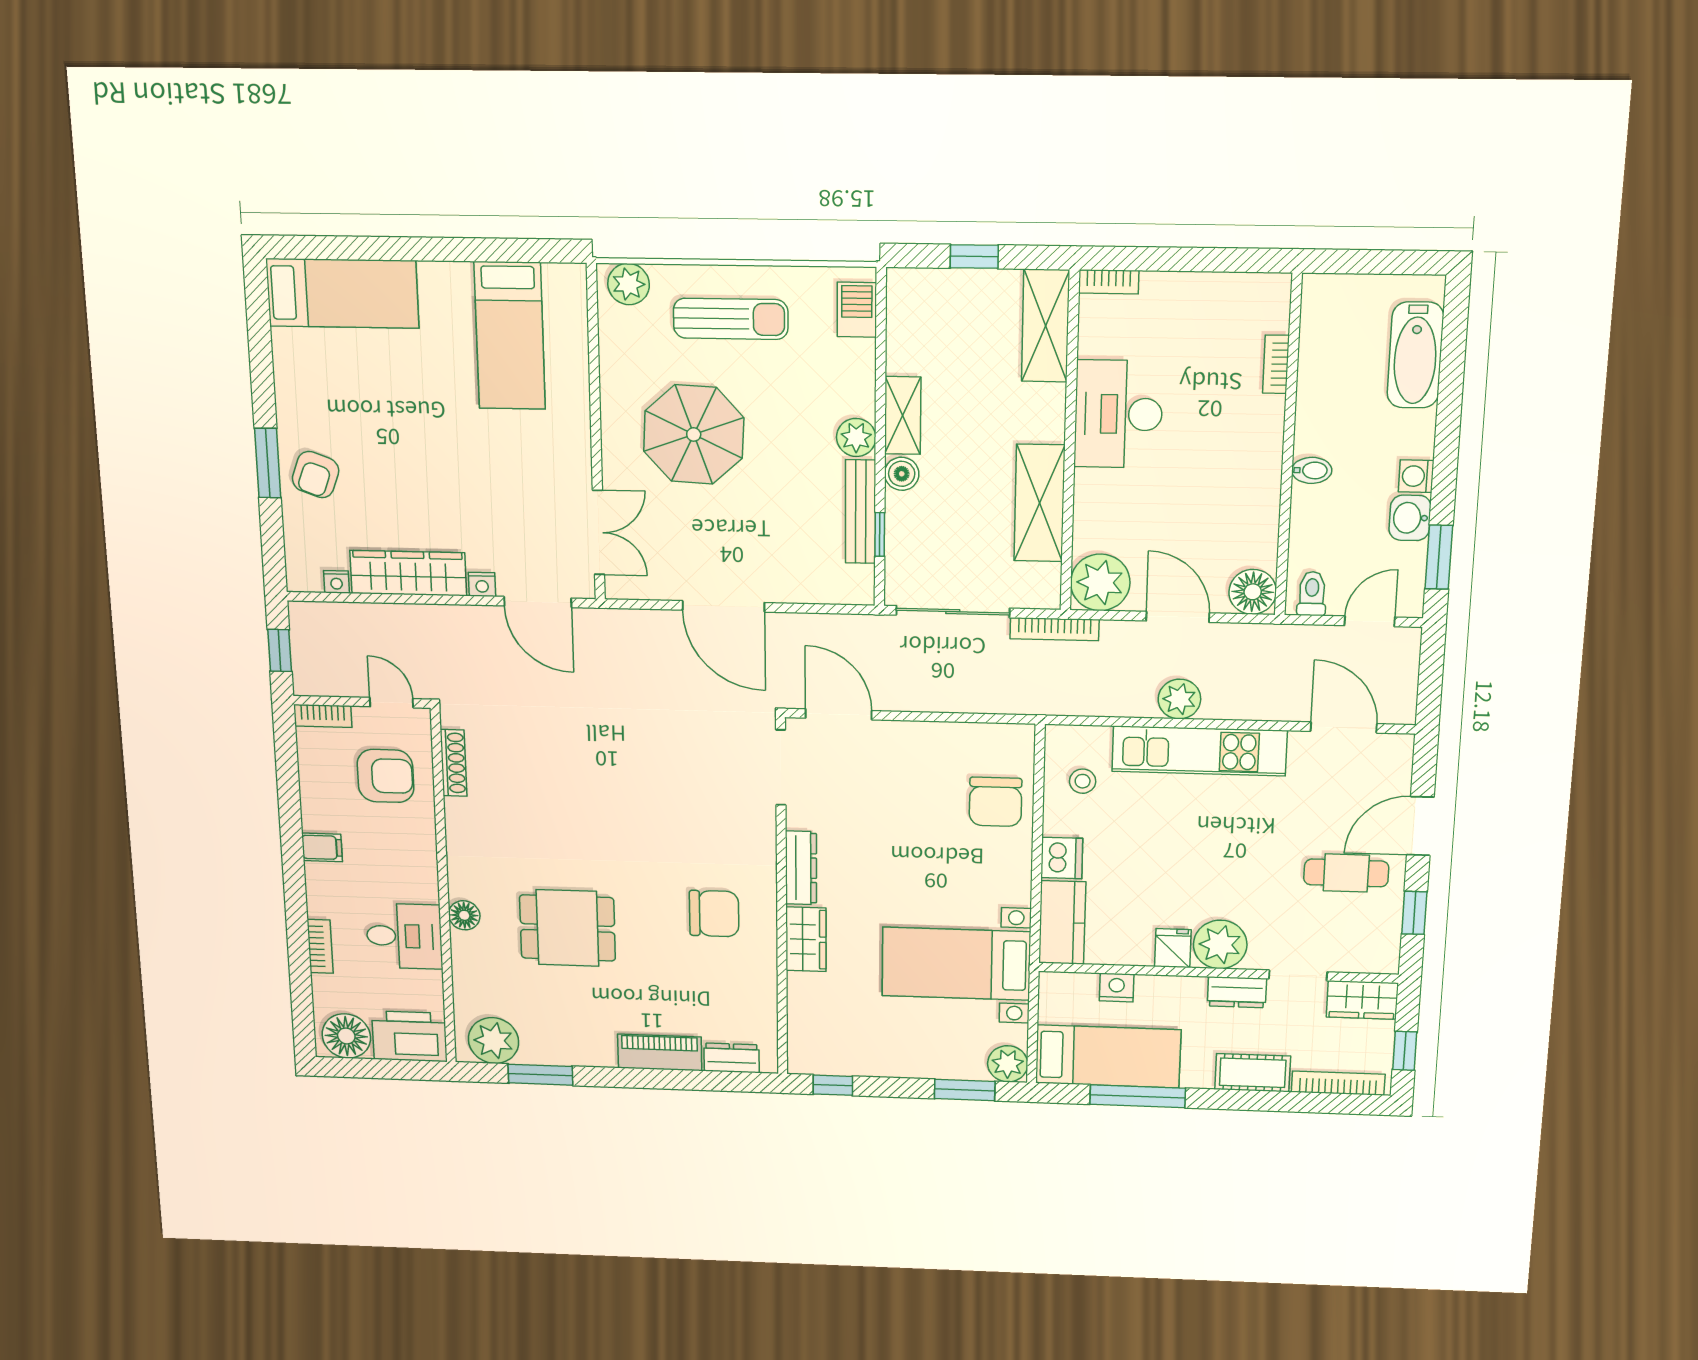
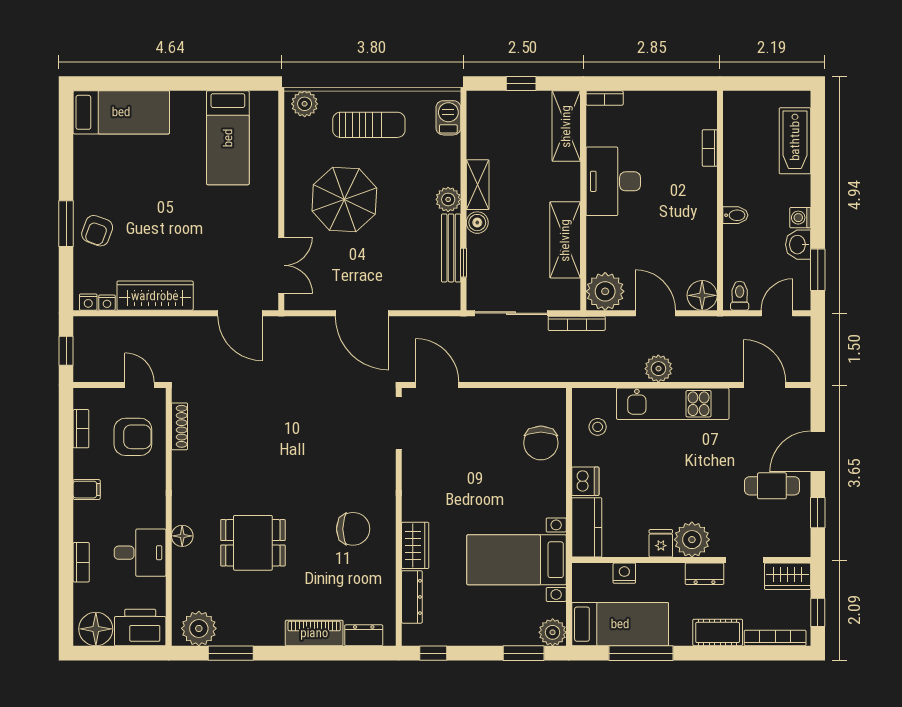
nightstand: (482, 584) -> (88, 302), moved
bookcase: (323, 716) -> (81, 429), moved, turned -90
dresser: (801, 868) -> (412, 597), moved

